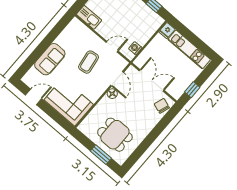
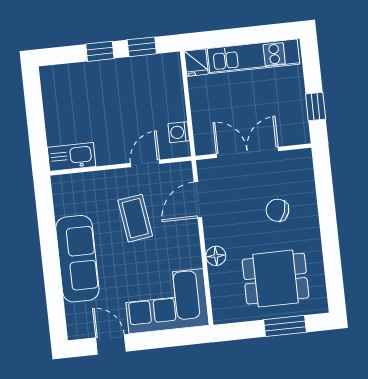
sofa: (50, 59) -> (77, 259), width x1.36
door: (117, 79) -> (198, 200), swing flipped
floor lamp: (112, 94) -> (216, 256), moved
door: (34, 97) -> (111, 344), hinge flipped
chair: (162, 106) -> (278, 210), moved

